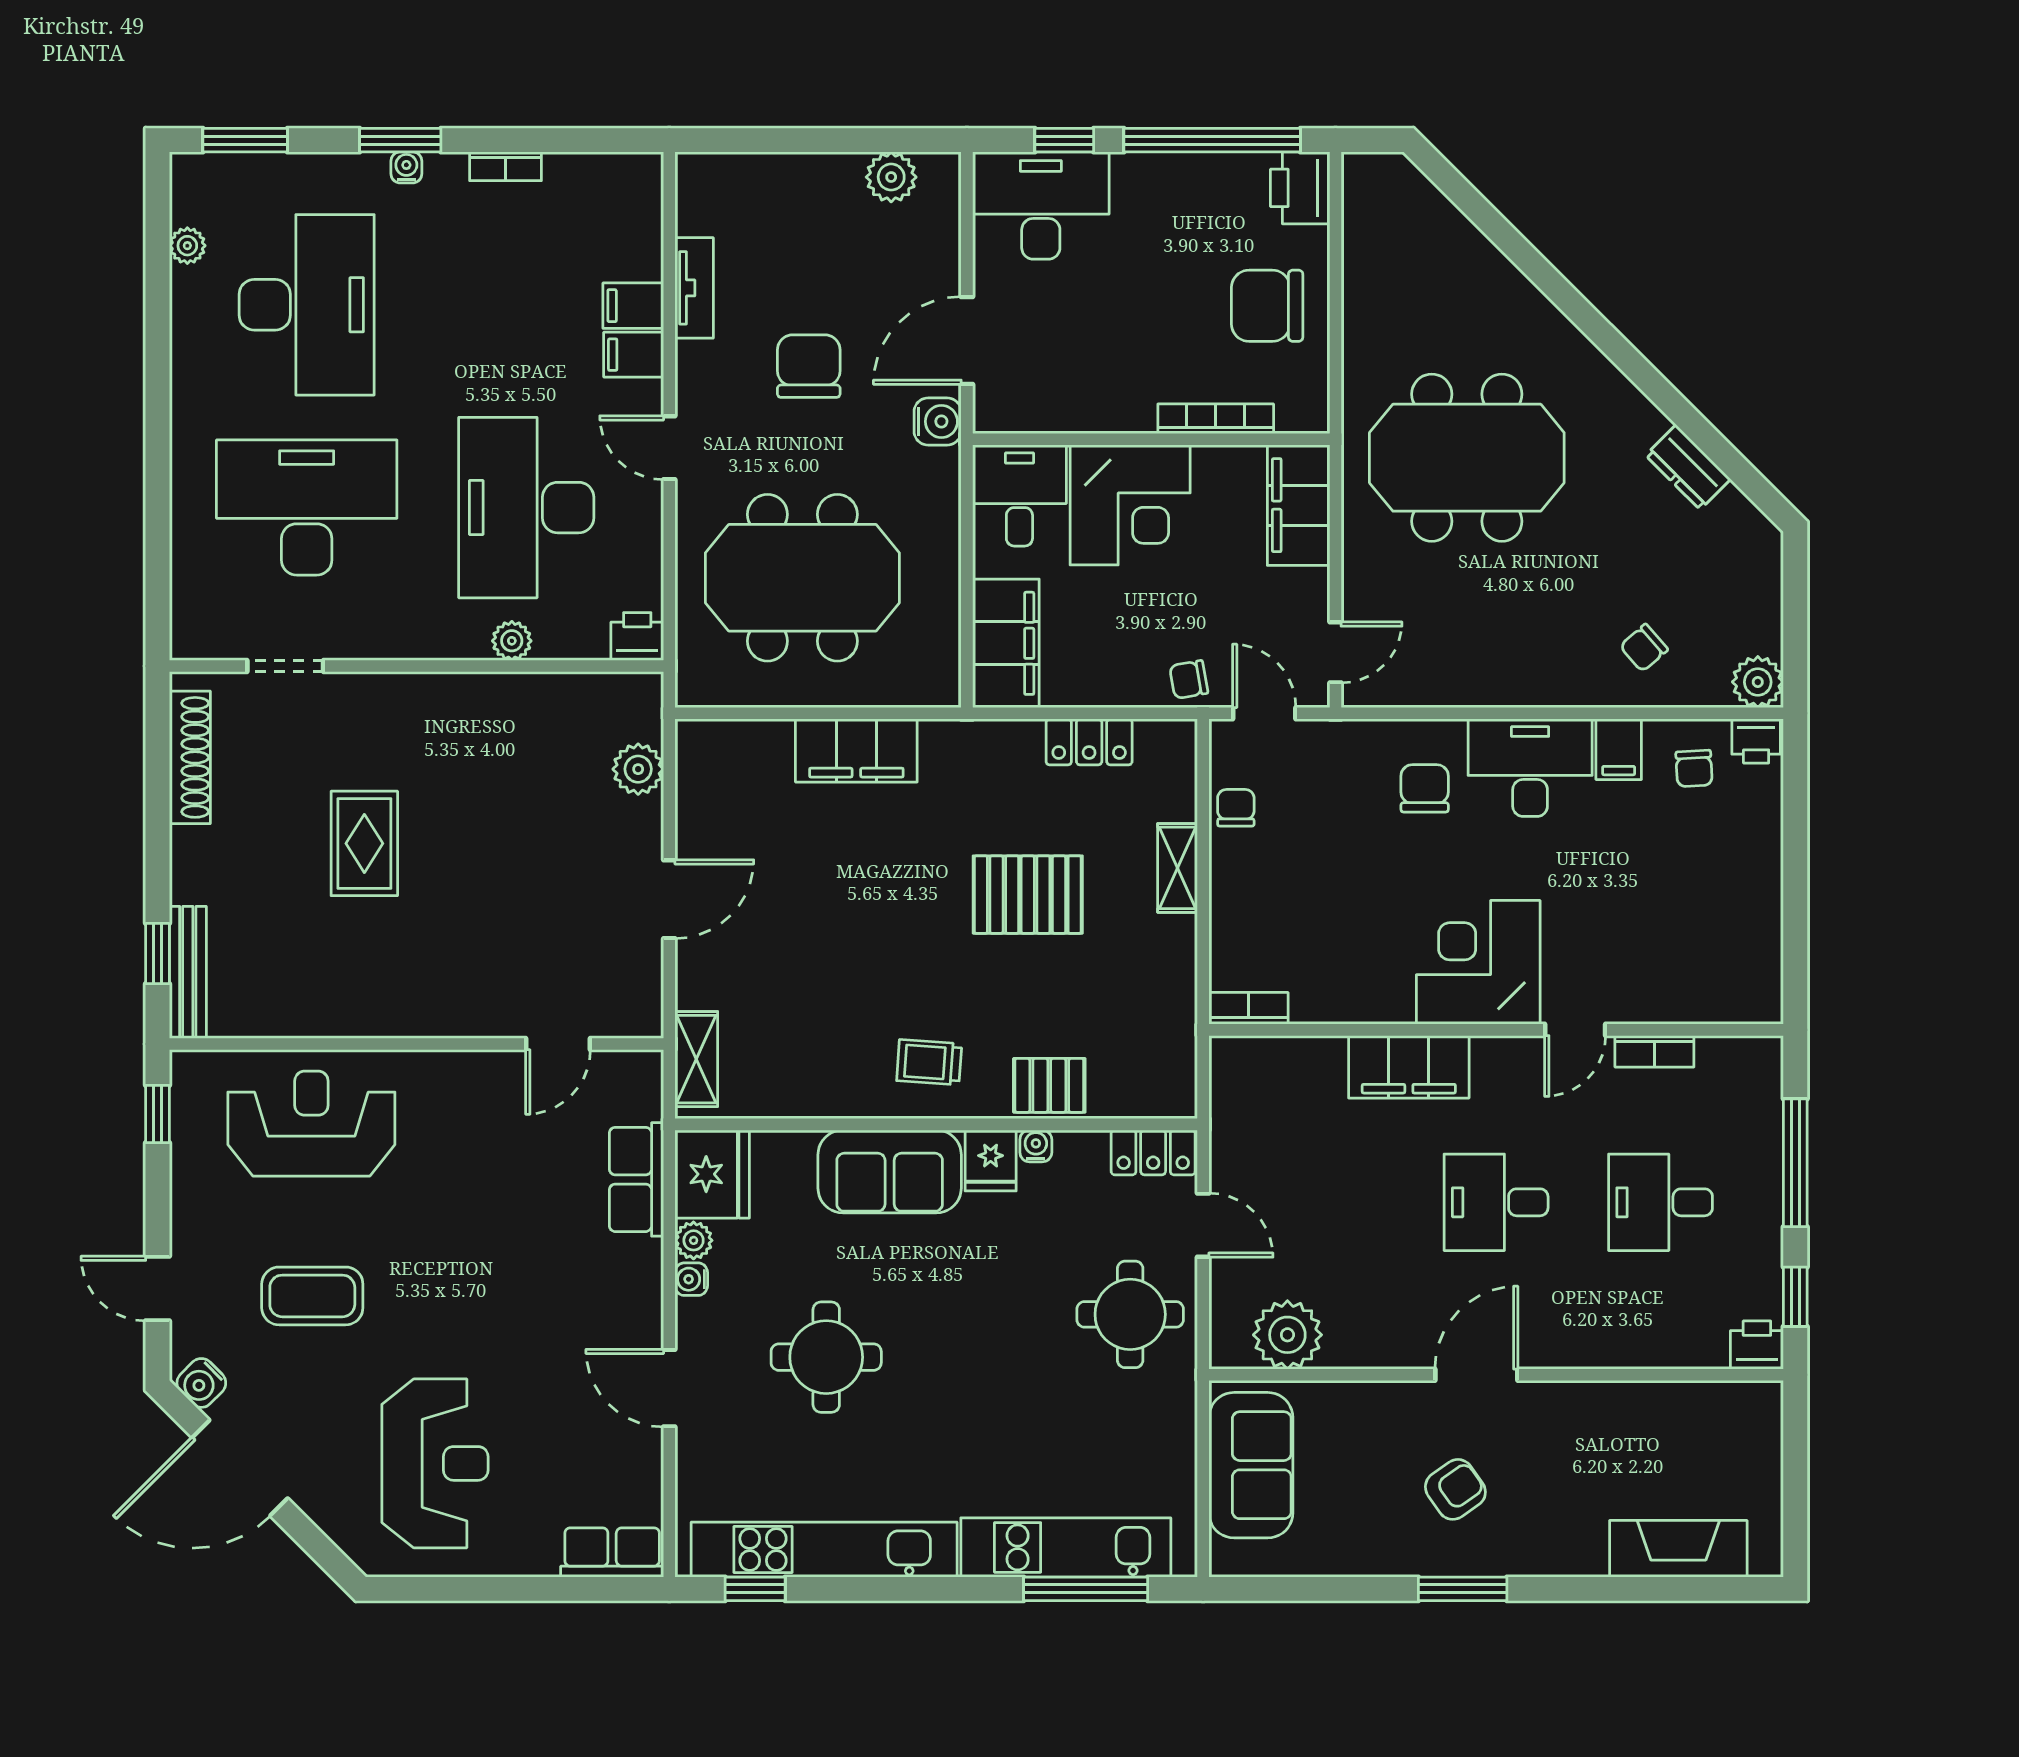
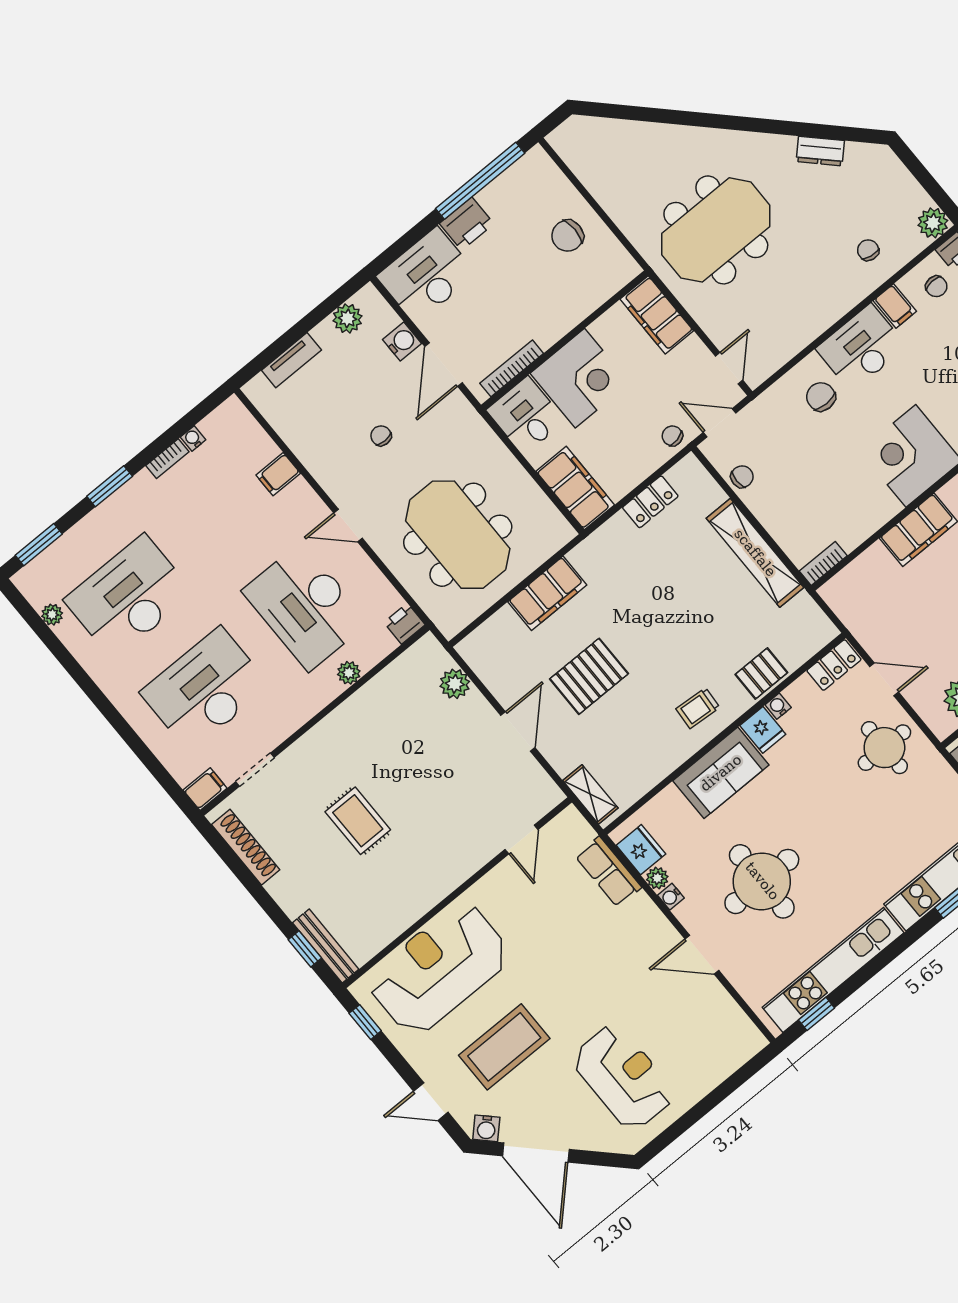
window: (1064, 140) -> (413, 236), removed
water cooler: (406, 167) -> (193, 438), moved
printer: (1300, 188) -> (467, 224), moved, turned -90
tv unit: (694, 288) -> (291, 360), moved, turned 90
desk: (307, 305) -> (129, 597), turned -90
chair: (1267, 306) -> (567, 236), width x0.73, depth x0.73
filing cabinet: (634, 355) -> (205, 789), moved, turned 180
chair: (809, 366) -> (381, 436), width x0.54, depth x0.54
bookcase: (1216, 419) -> (512, 368), moved
water cooler: (938, 421) -> (402, 341), moved
meeting table: (802, 578) -> (458, 535), turned 90
chair: (1644, 648) -> (868, 250), turned 140
chair: (1189, 680) -> (672, 436), turned 88
chair: (1236, 808) -> (742, 477), turned 90
shelving: (1178, 868) -> (755, 553), width x2.20, depth x1.33
pallet: (1028, 895) -> (589, 676), moved
reception desk: (311, 1124) -> (439, 969), width x1.36, depth x1.30
fridge: (712, 1174) -> (641, 850), width x0.73, depth x0.75
coffee table: (312, 1296) -> (504, 1047), width x1.36, depth x1.32
round table: (826, 1357) -> (762, 881), width x1.36, depth x1.36
door: (240, 1468) -> (536, 1153), hinge flipped
row of seats: (612, 1552) -> (738, 1051), removed

